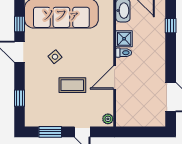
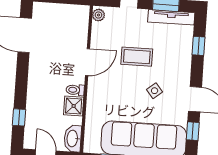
tv unit: (45, 121) -> (171, 17), added

